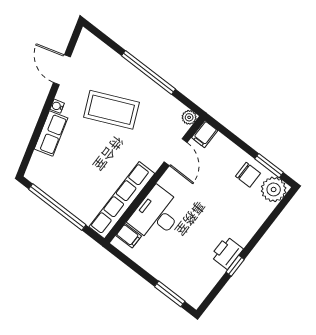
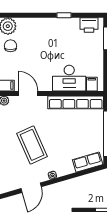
row of seats: (51, 134) -> (88, 162), moved
door: (176, 152) -> (28, 93), hinge flipped
printer: (227, 253) -> (89, 25), moved

